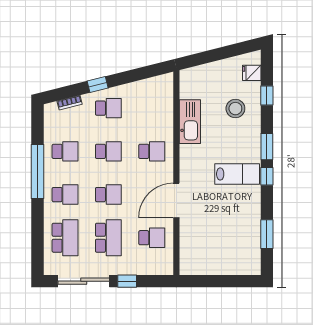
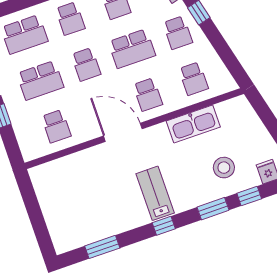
school desk: (152, 108) -> (194, 79), added
window: (267, 147) -> (213, 209), moved
school desk: (108, 151) -> (132, 49), width x1.85
lab bench: (237, 174) -> (155, 193), turned 180
door: (176, 201) -> (123, 132), moved

